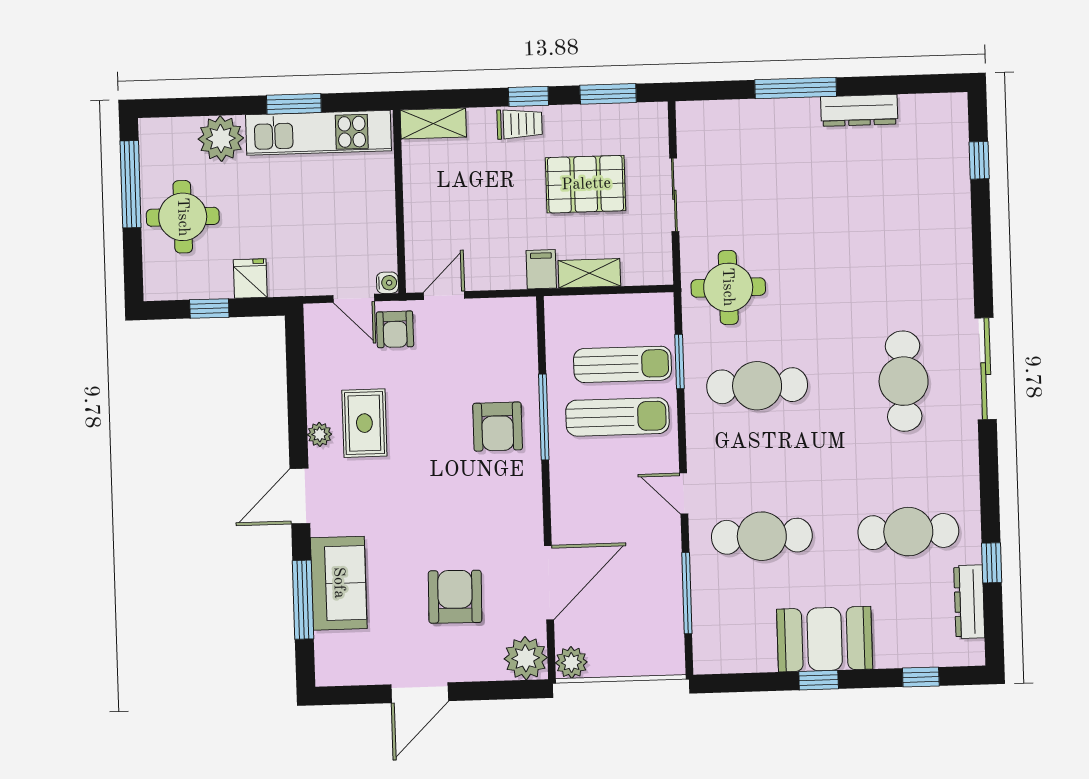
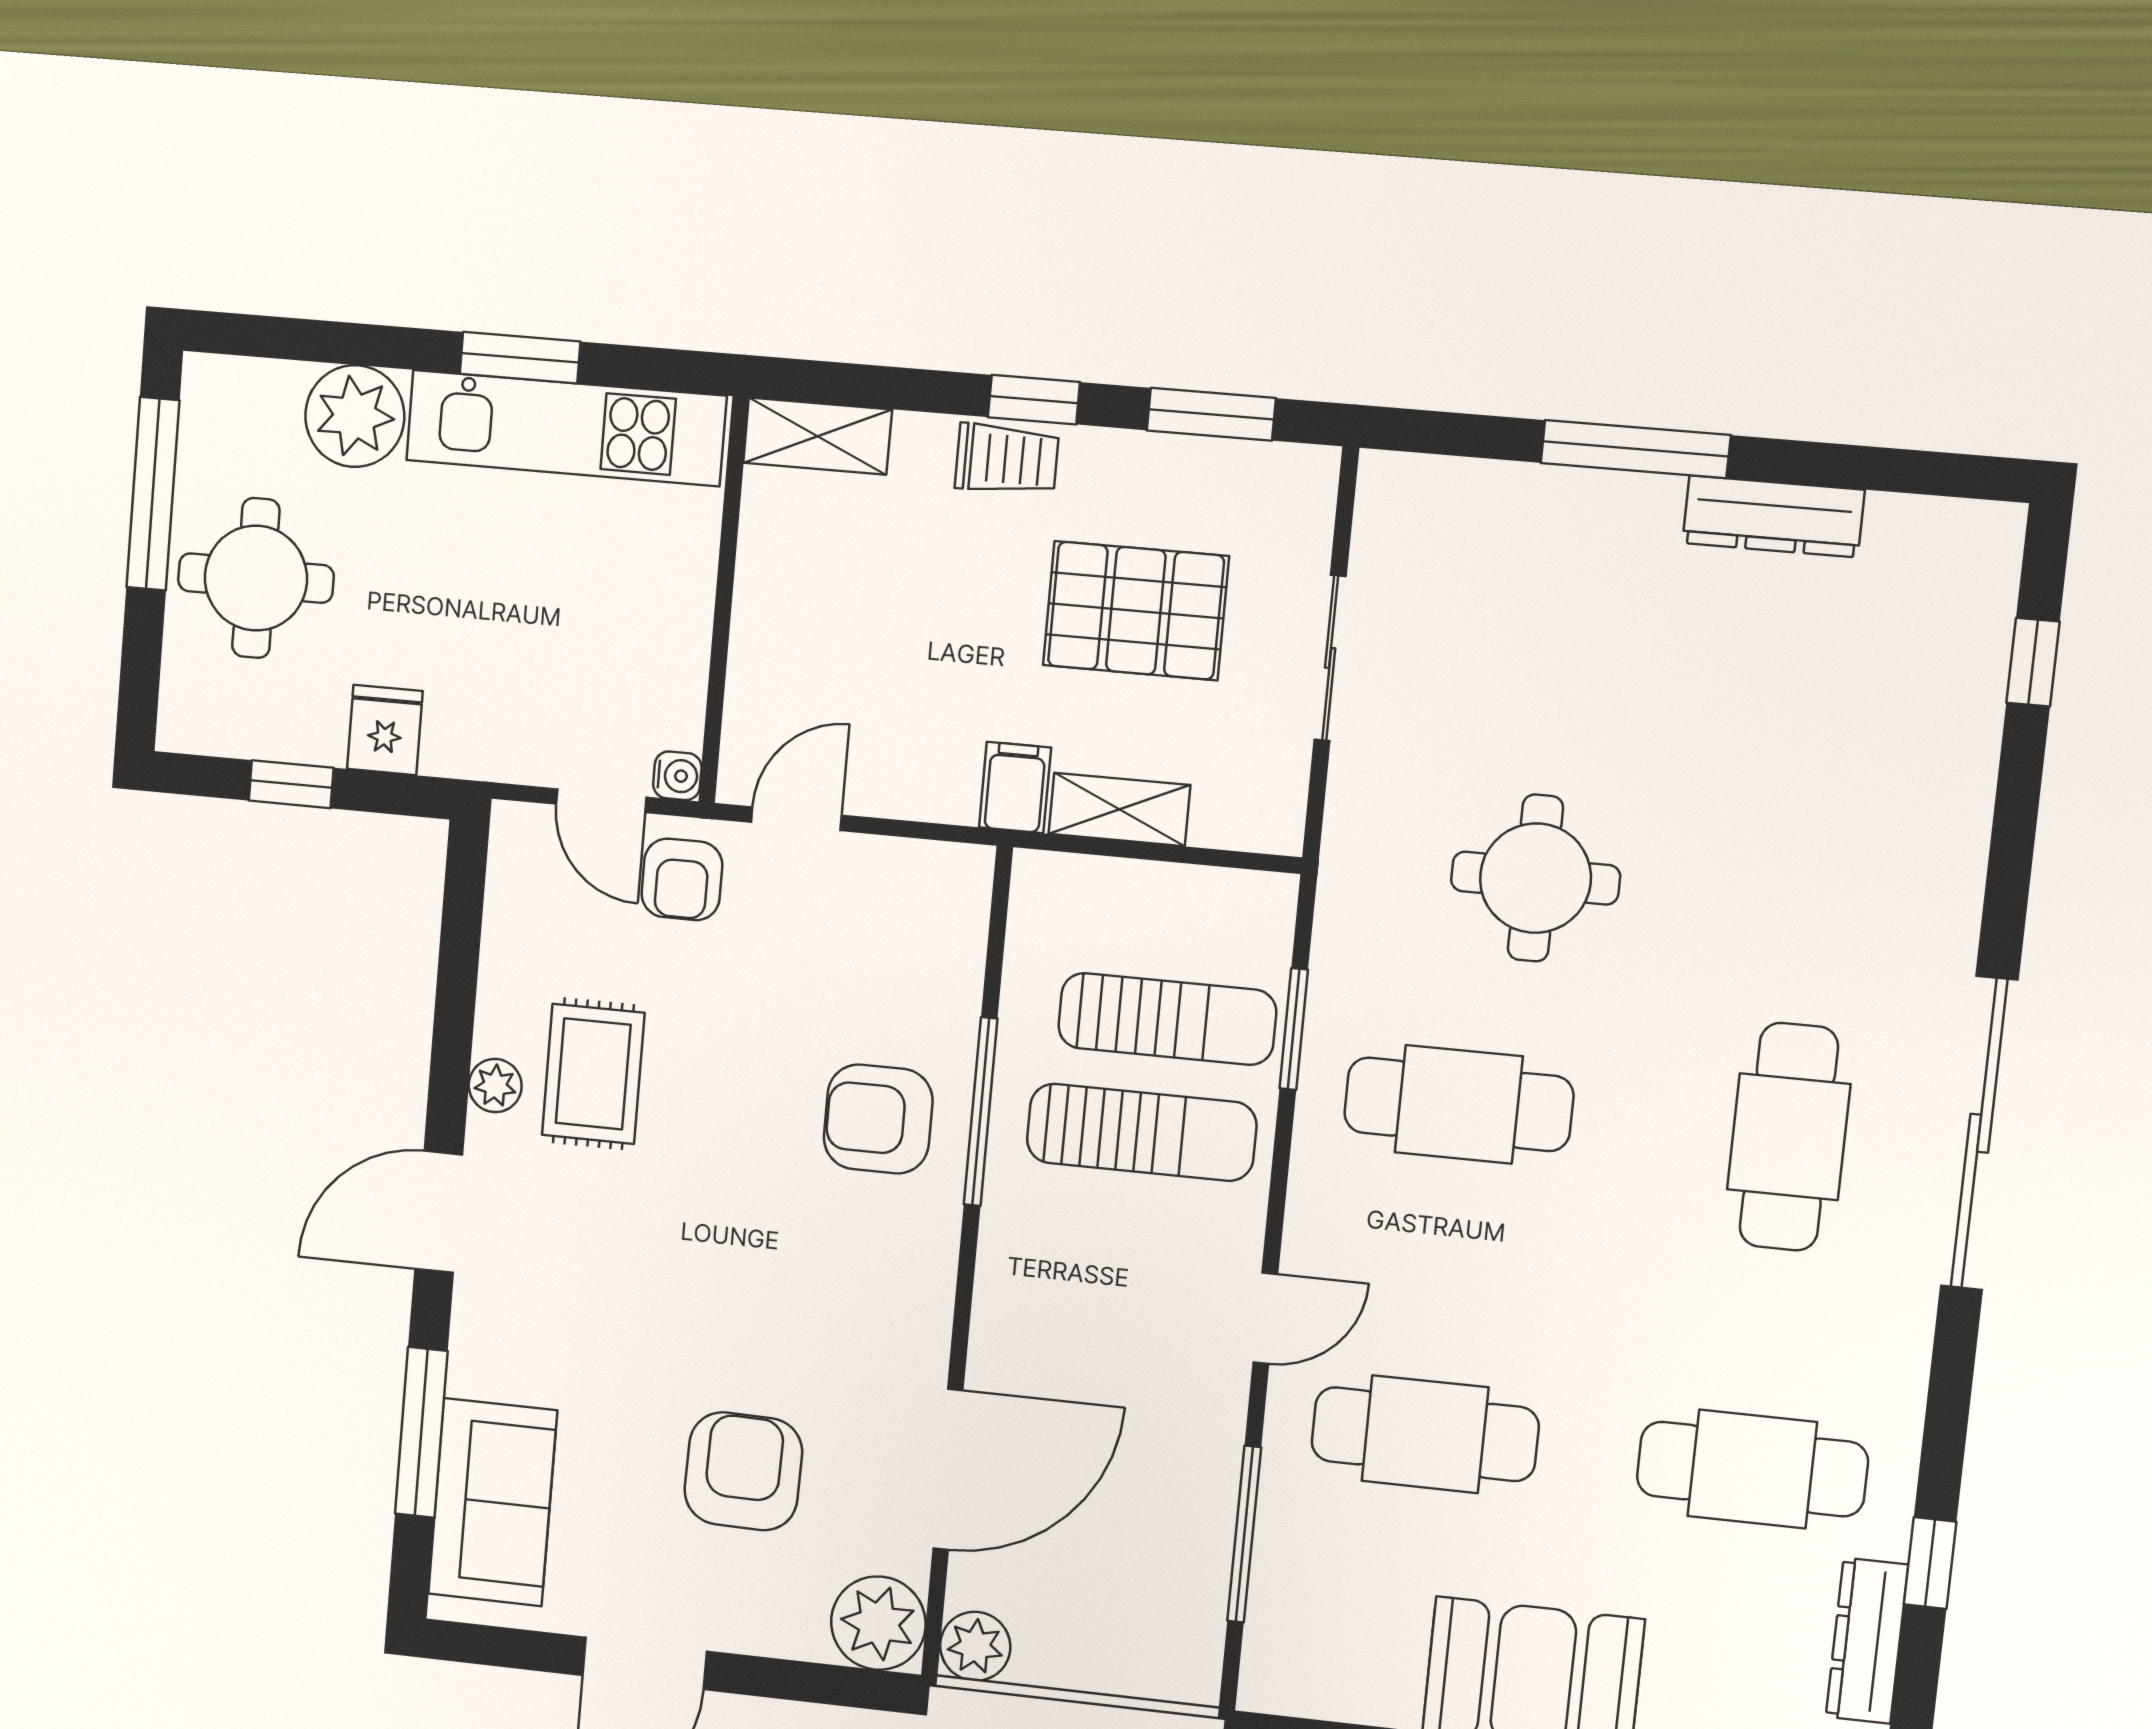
round table: (728, 287) -> (1536, 878), moved
sliding door: (986, 369) -> (1979, 1133), width x1.36
armchair: (498, 427) -> (878, 1119), turned 90
door: (684, 493) -> (1265, 1318), swing flipped
sofa: (339, 583) -> (493, 1502), moved

